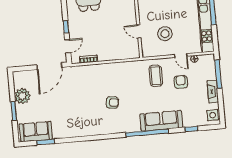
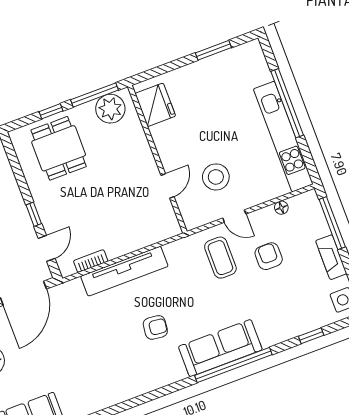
door: (139, 31) -> (168, 186), swing flipped
door: (181, 55) -> (234, 216), moved
tv unit: (104, 69) -> (124, 271), added
sofa: (161, 121) -> (220, 348), moved

